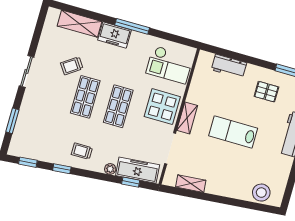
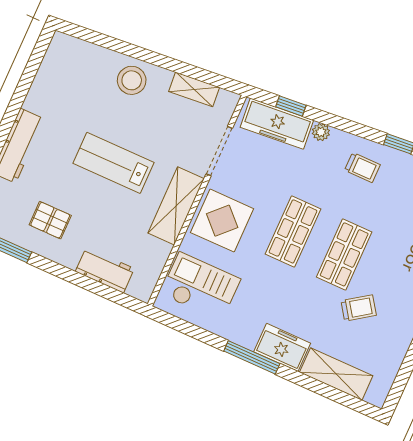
shelving: (187, 118) -> (176, 206), width x1.50, depth x1.33
lab bench: (233, 132) -> (113, 163), turned 180
stool: (261, 193) -> (132, 80), moved

